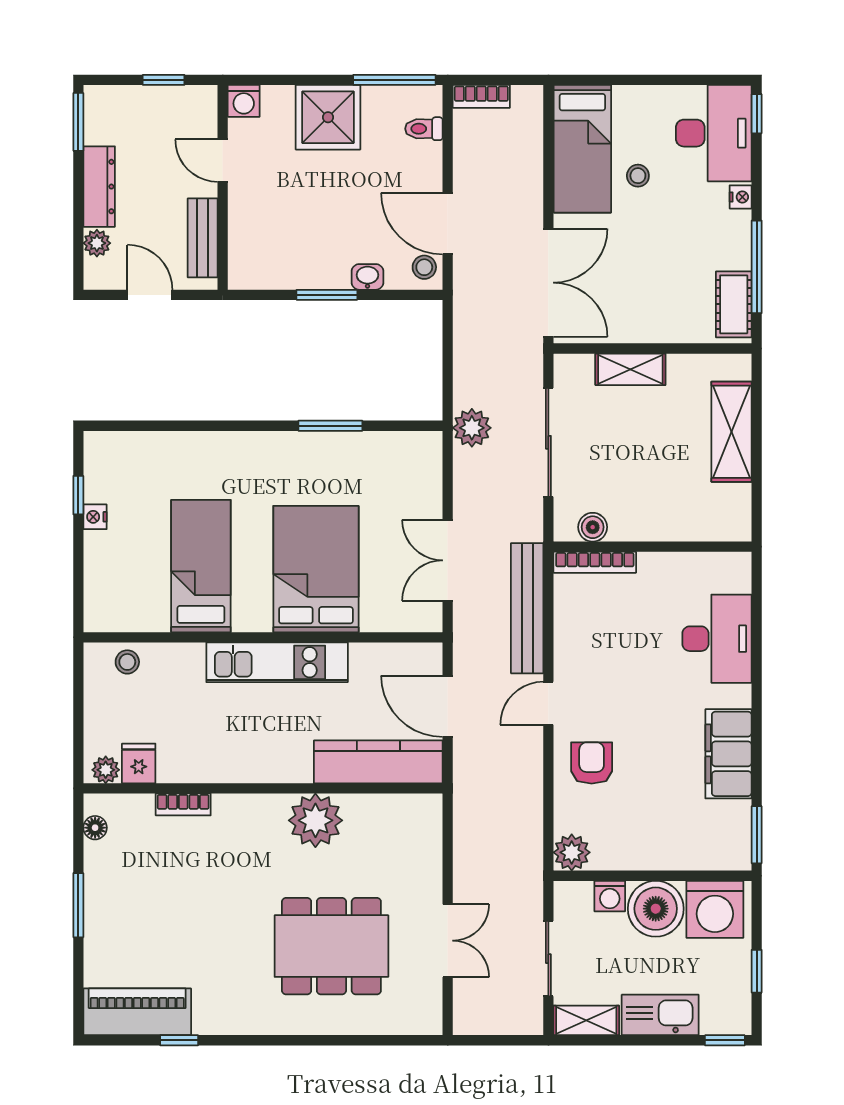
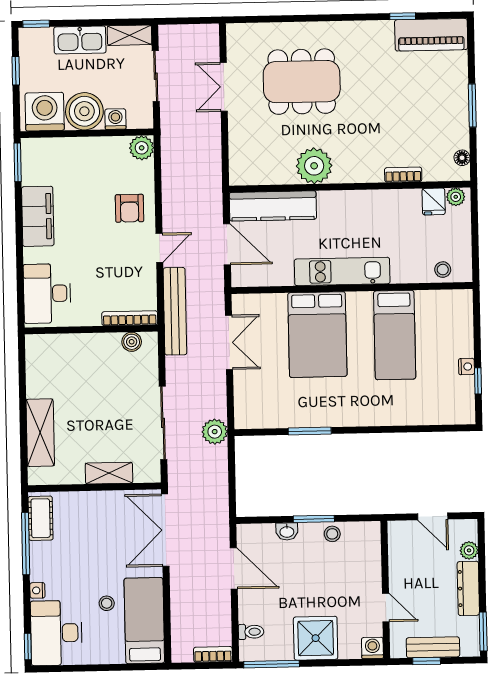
bench: (203, 238) -> (433, 647), moved, turned 90
stool: (424, 267) -> (332, 534), moved
boiler: (593, 527) -> (132, 342), moved
wall: (653, 547) -> (91, 330), moved
bookcase: (595, 562) -> (130, 318), moved

